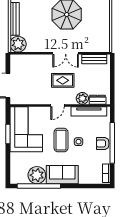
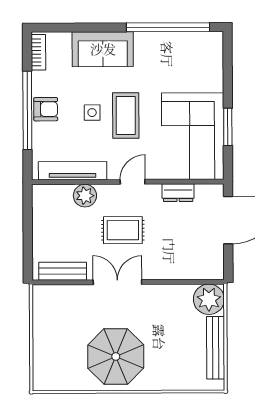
dresser: (98, 100) -> (178, 193), moved
plant: (37, 175) -> (172, 48), removed
sofa: (62, 175) -> (103, 49), moved

